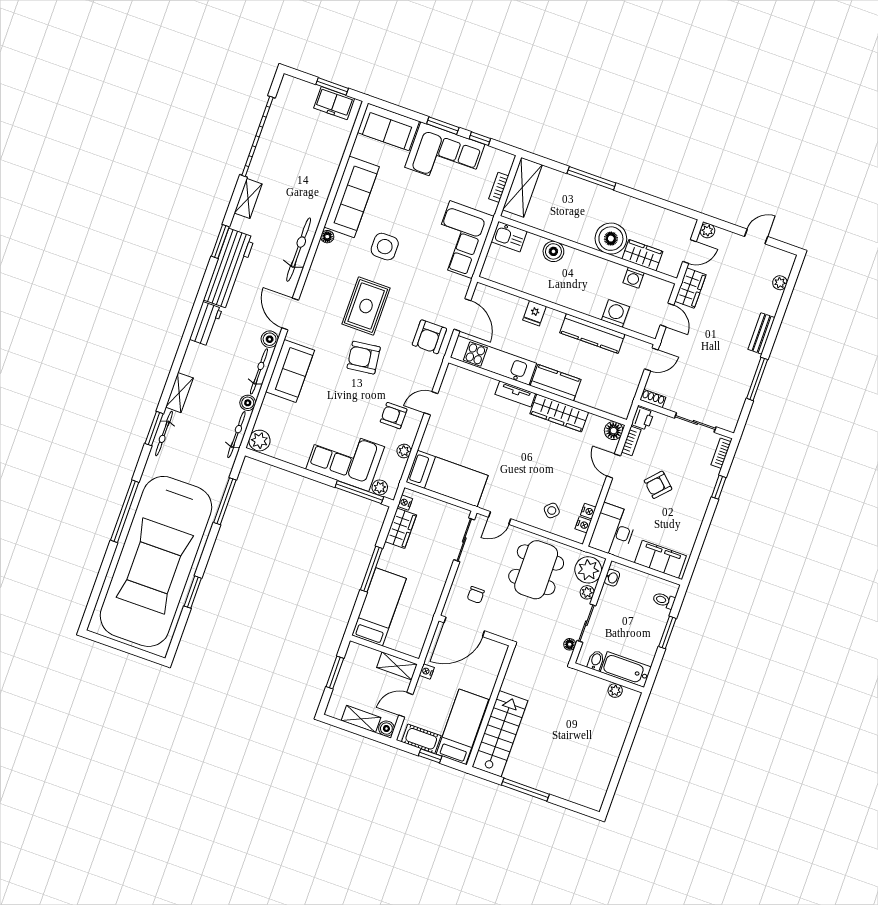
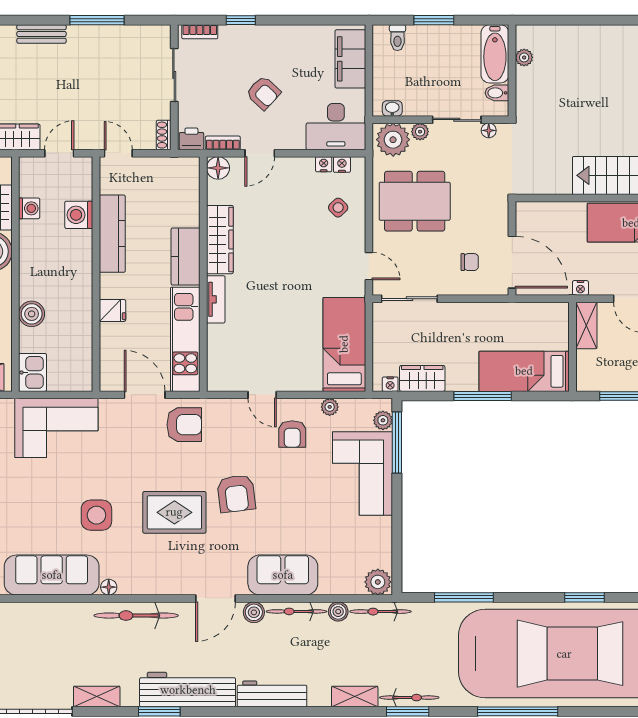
door: (462, 315) -> (145, 395), hinge flipped
workbench: (206, 324) -> (272, 694), width x1.38

